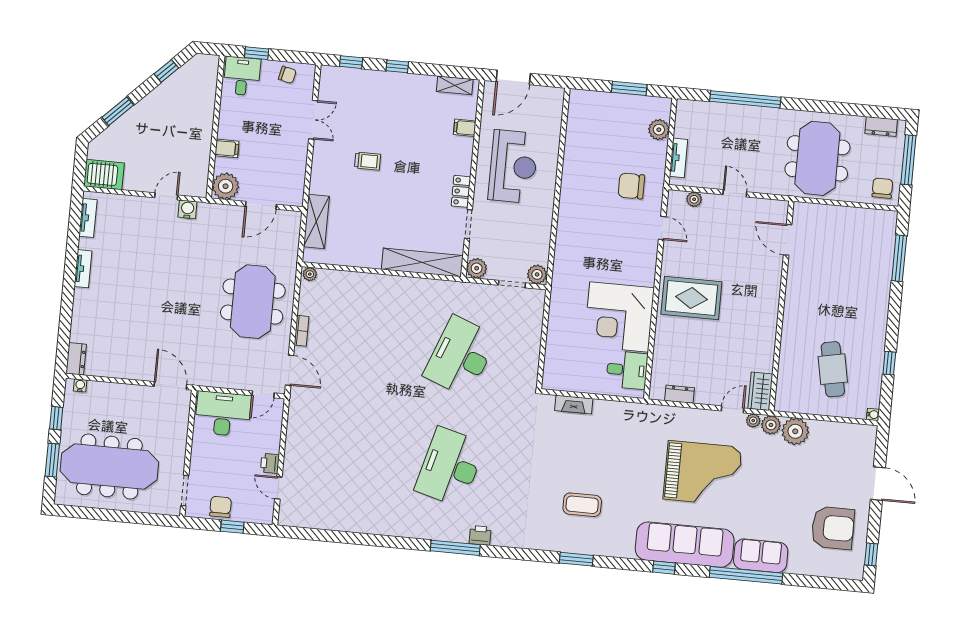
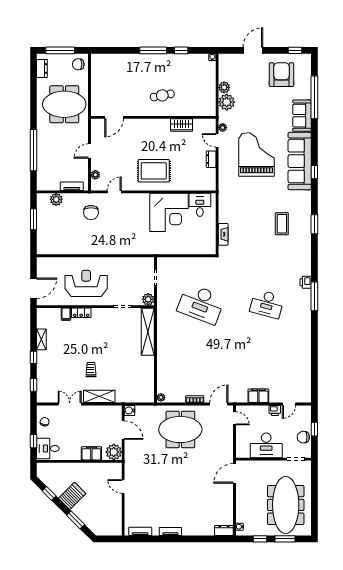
door: (513, 77) -> (34, 288), hinge flipped
shelving: (455, 85) -> (41, 339), moved
filing cabinet: (227, 148) -> (91, 453), width x2.00
server rack: (104, 175) -> (72, 496), moved, turned 45
locker: (461, 191) -> (81, 313), moved
water cooler: (187, 209) -> (130, 410), moved
shelving: (316, 221) -> (99, 396), moved
window: (899, 258) -> (153, 50), moved
plant: (537, 274) -> (148, 263), removed
rug: (691, 298) -> (154, 171), turned 90
cafe table: (833, 369) -> (162, 95), moved, width x0.73, depth x0.74
wardrobe: (760, 391) -> (182, 125), moved
dresser: (679, 394) -> (211, 159), moved
desk: (223, 414) -> (266, 445), moved, turned -90
plant: (771, 425) -> (224, 87), moved
filing cabinet: (297, 438) -> (258, 396), added
desk: (450, 467) -> (267, 304), width x0.73, depth x0.77
window: (746, 575) -> (314, 97), moved

